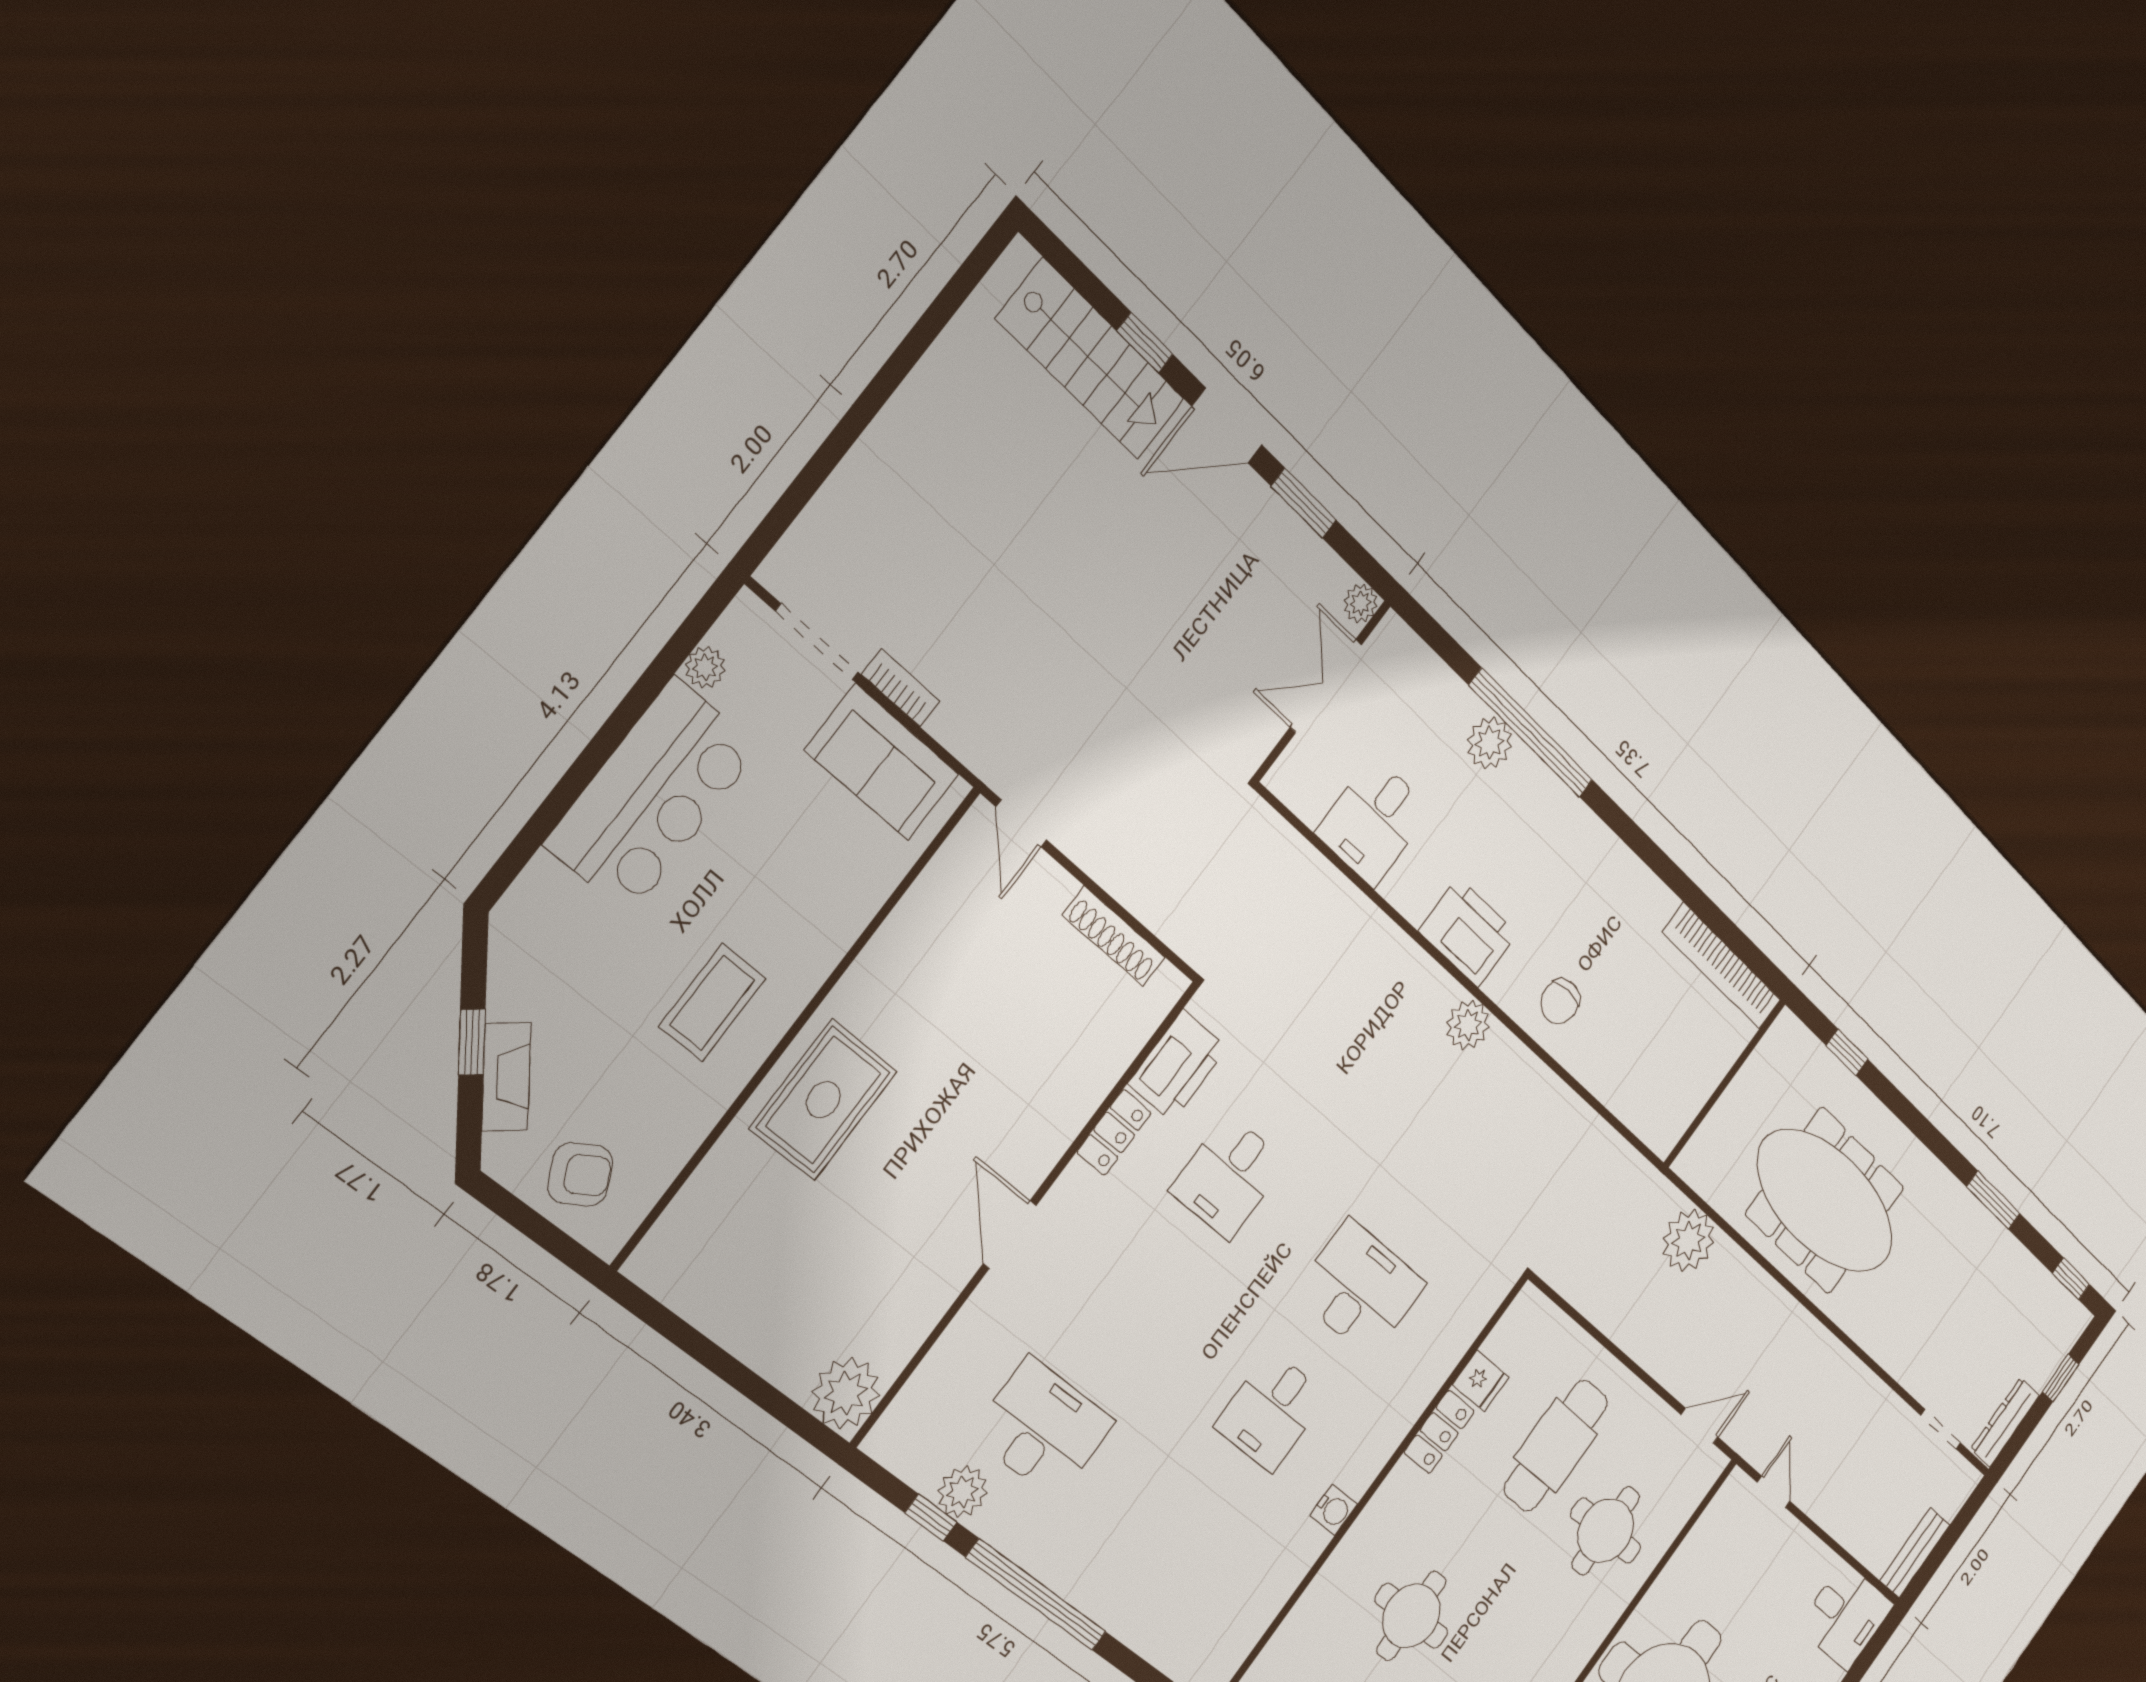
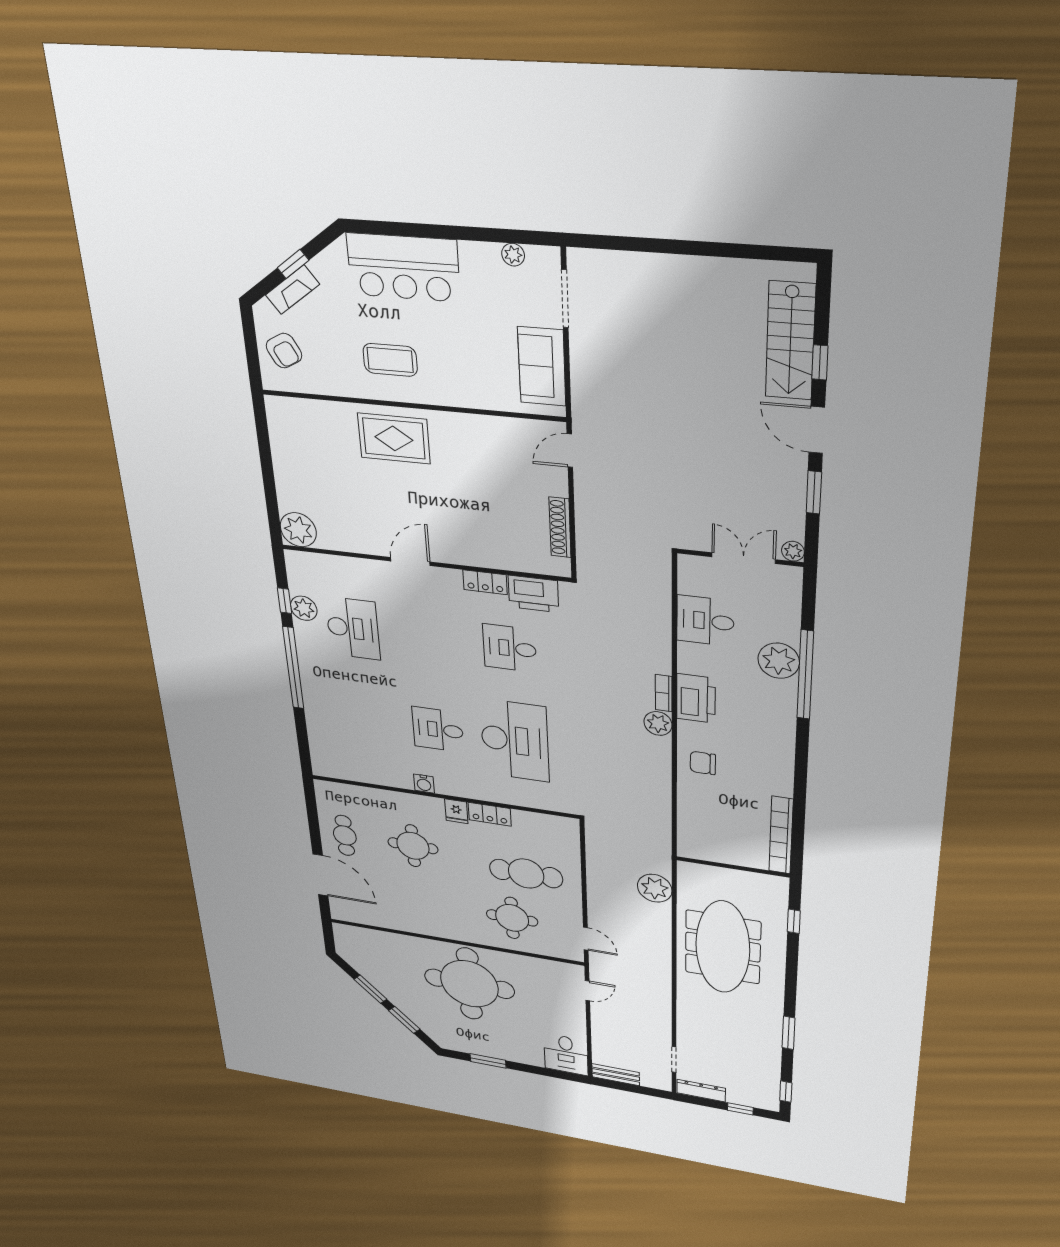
bookcase: (901, 688) -> (664, 693), moved, turned 180
plant: (1490, 743) -> (779, 661), width x1.36, depth x1.36
bar counter: (652, 796) -> (403, 268), moved
desk: (1360, 1289) -> (515, 740), width x1.36, depth x1.30
fridge: (1481, 1381) -> (456, 811), moved

